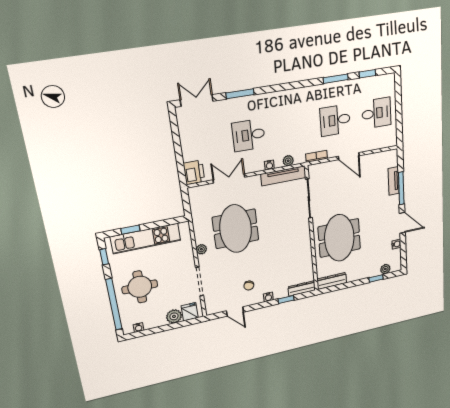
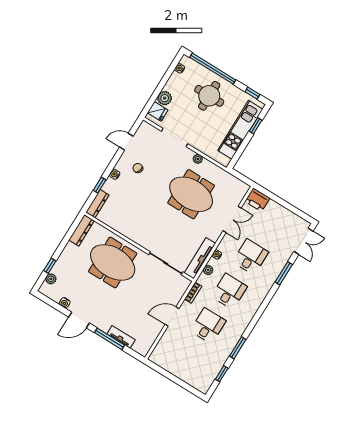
desk: (376, 113) -> (229, 291), moved, turned 180

